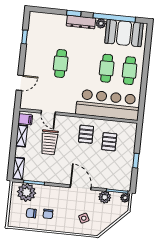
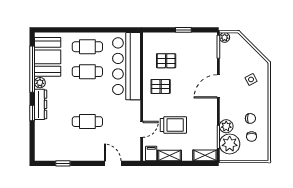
plant: (105, 197) -> (226, 126), moved

